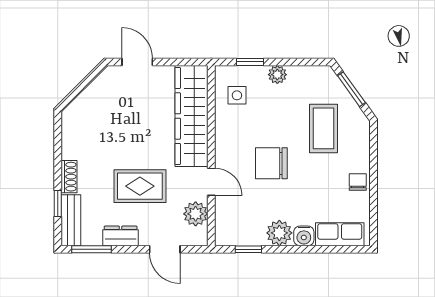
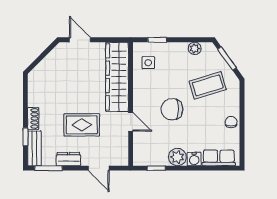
plant: (277, 75) -> (195, 48), moved
coffee table: (323, 128) -> (208, 85), turned 73
plant: (196, 214) -> (120, 144), removed

